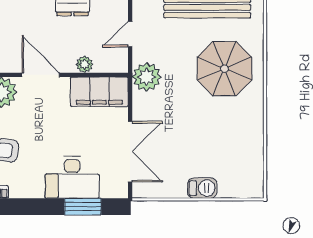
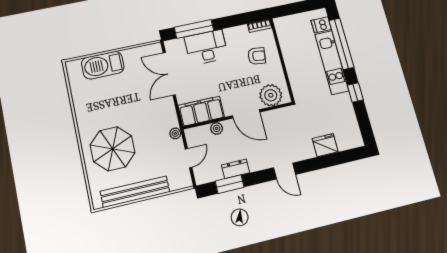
plant: (147, 77) -> (175, 133), width x0.53, depth x0.53
barbecue: (202, 188) -> (103, 65), width x1.88, depth x1.53
window: (83, 207) -> (194, 29), width x1.44

